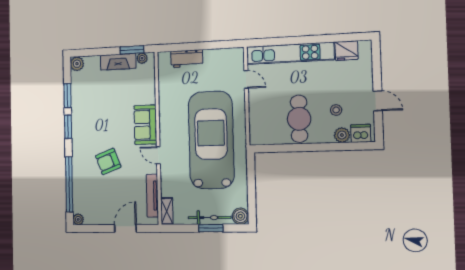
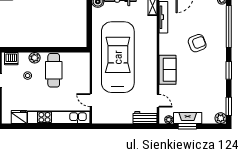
window: (132, 50) -> (187, 126), moved
workbench: (187, 59) -> (145, 118), moved
window: (68, 96) -> (229, 106), moved
plant: (342, 135) -> (35, 58), moved
car: (211, 140) -> (118, 57), turned 180
door: (158, 155) -> (158, 101), moved

